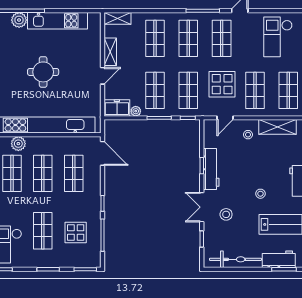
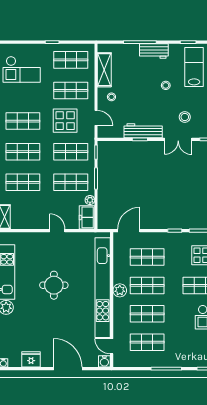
shelving: (110, 52) -> (35, 223), removed
plant: (18, 144) -> (120, 290), moved

